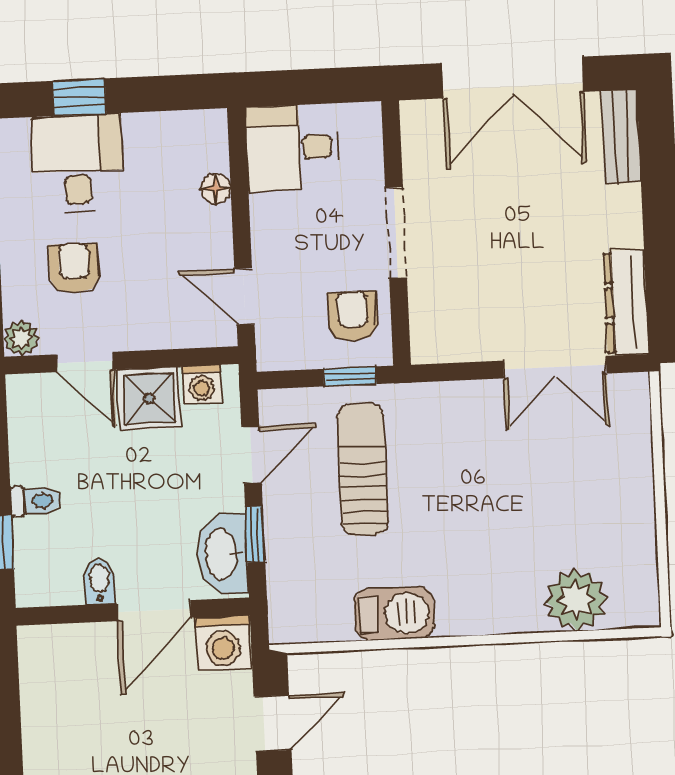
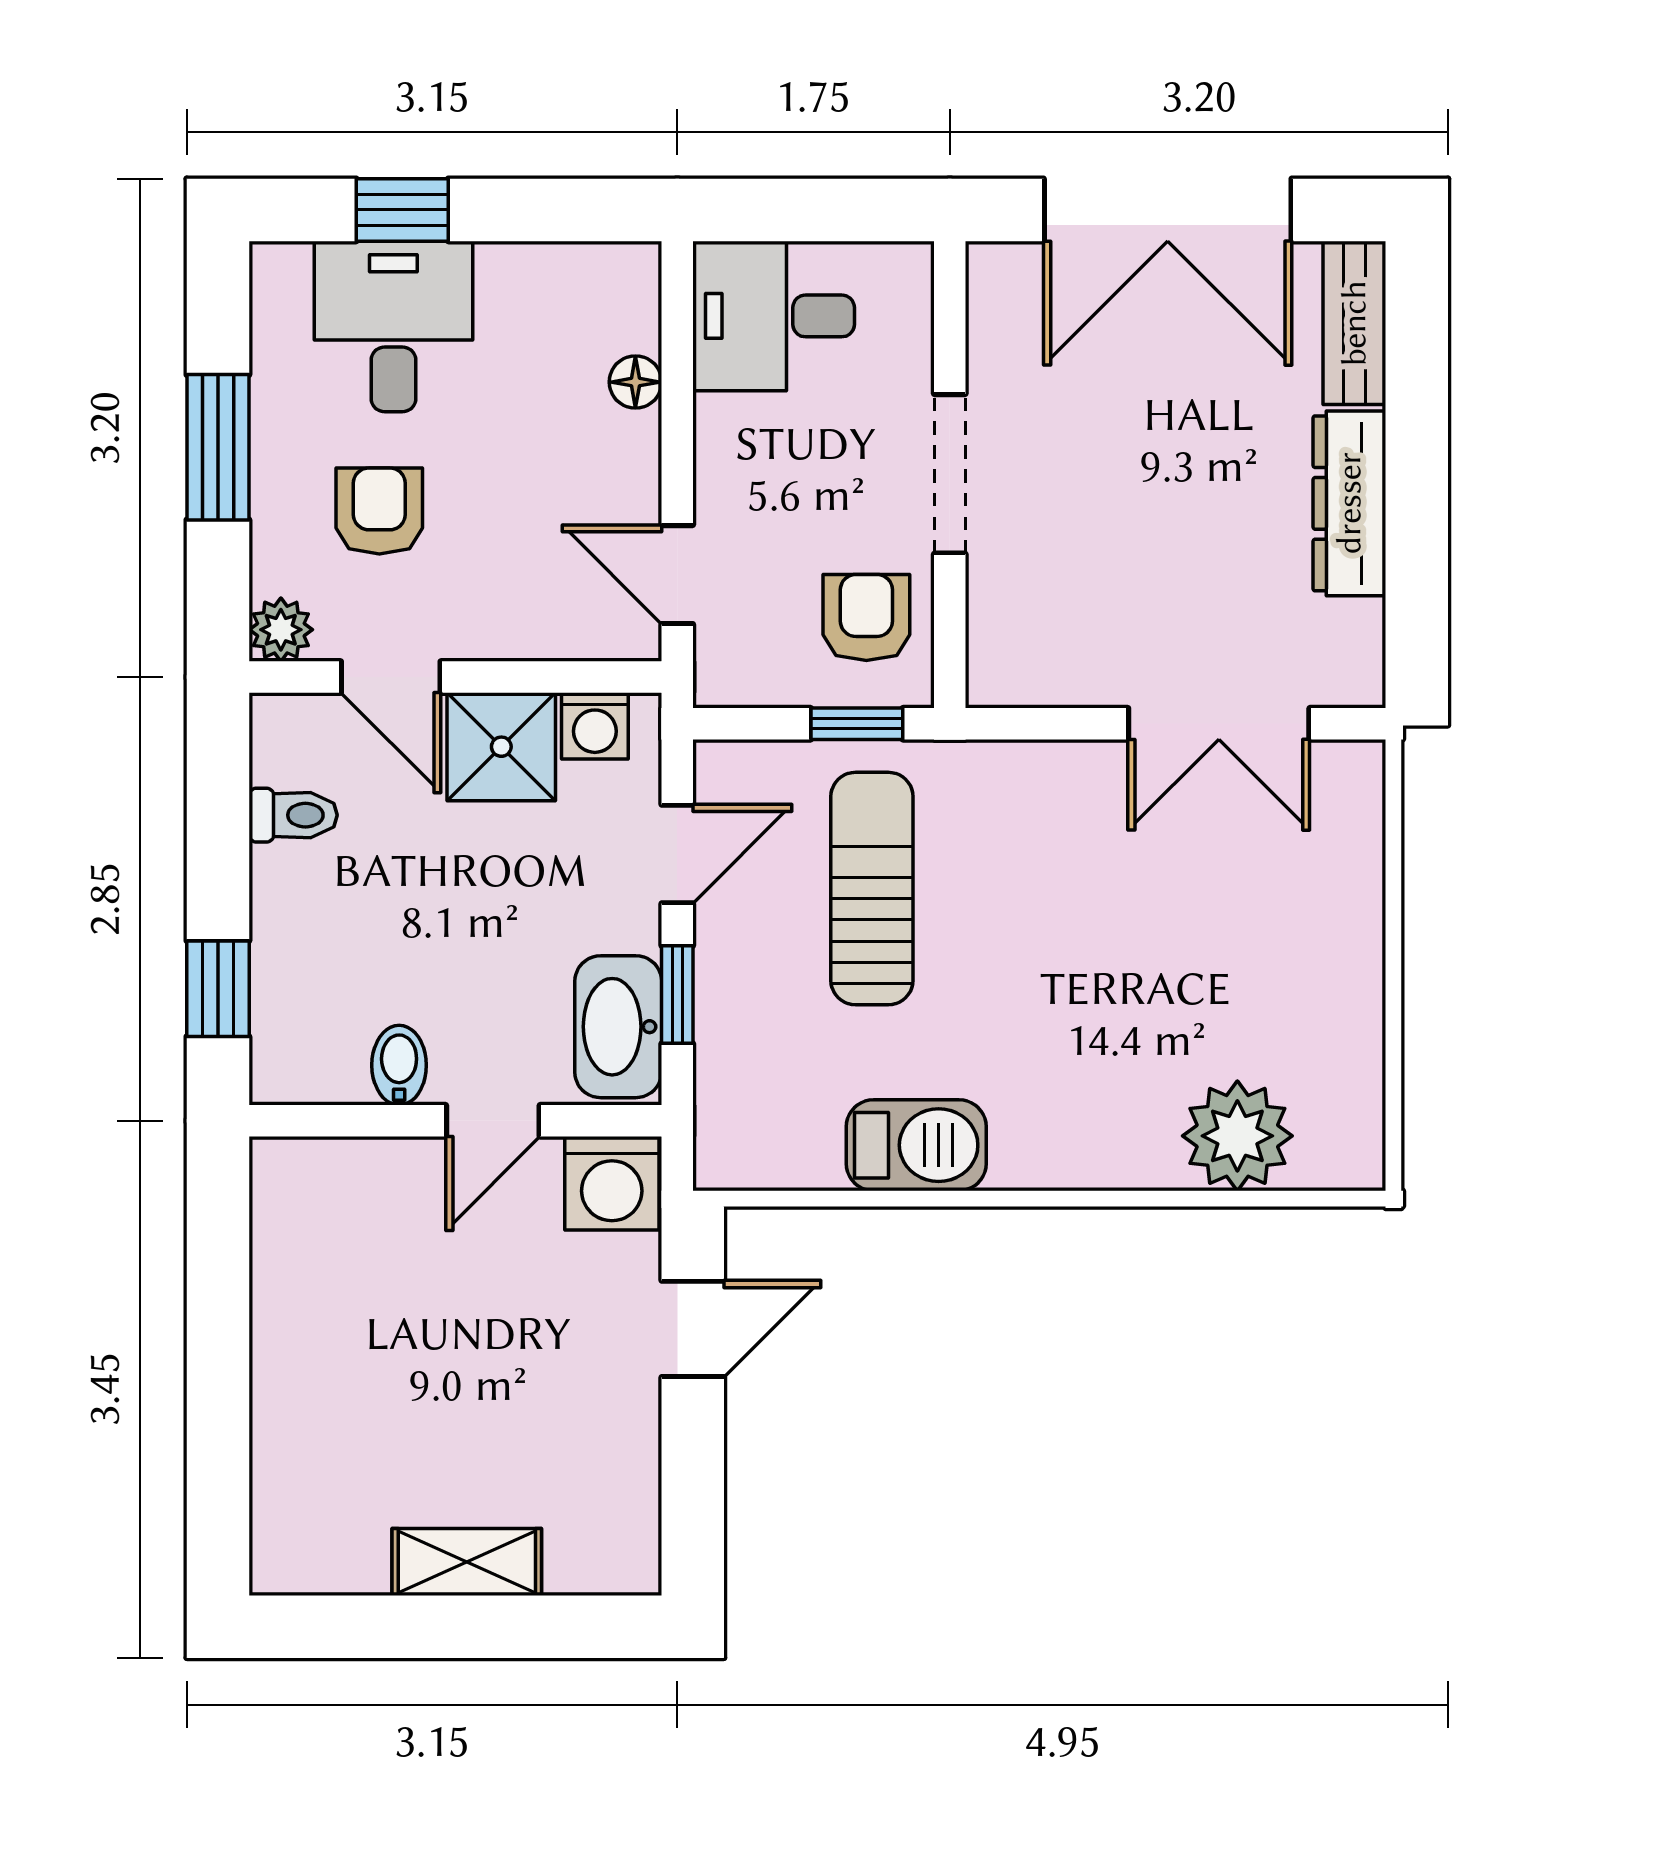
dresser: (626, 303) -> (1349, 503), moved
toilet: (36, 501) -> (293, 815), moved
door: (154, 611) -> (493, 1121), width x0.73

